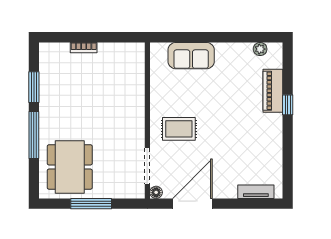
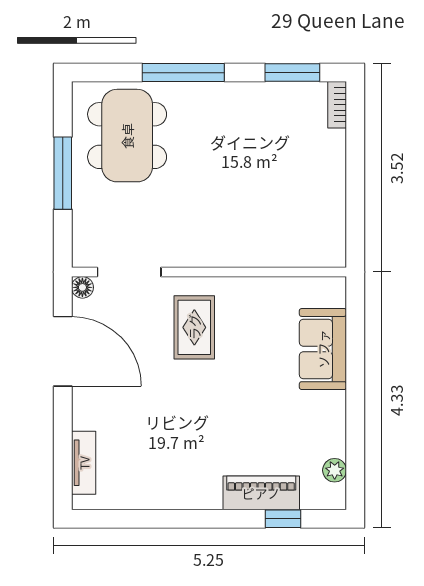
bookcase: (84, 48) -> (337, 105), moved
window: (34, 87) -> (292, 73), moved
window: (288, 105) -> (283, 519), moved
dining table: (70, 167) -> (127, 136), turned 90

